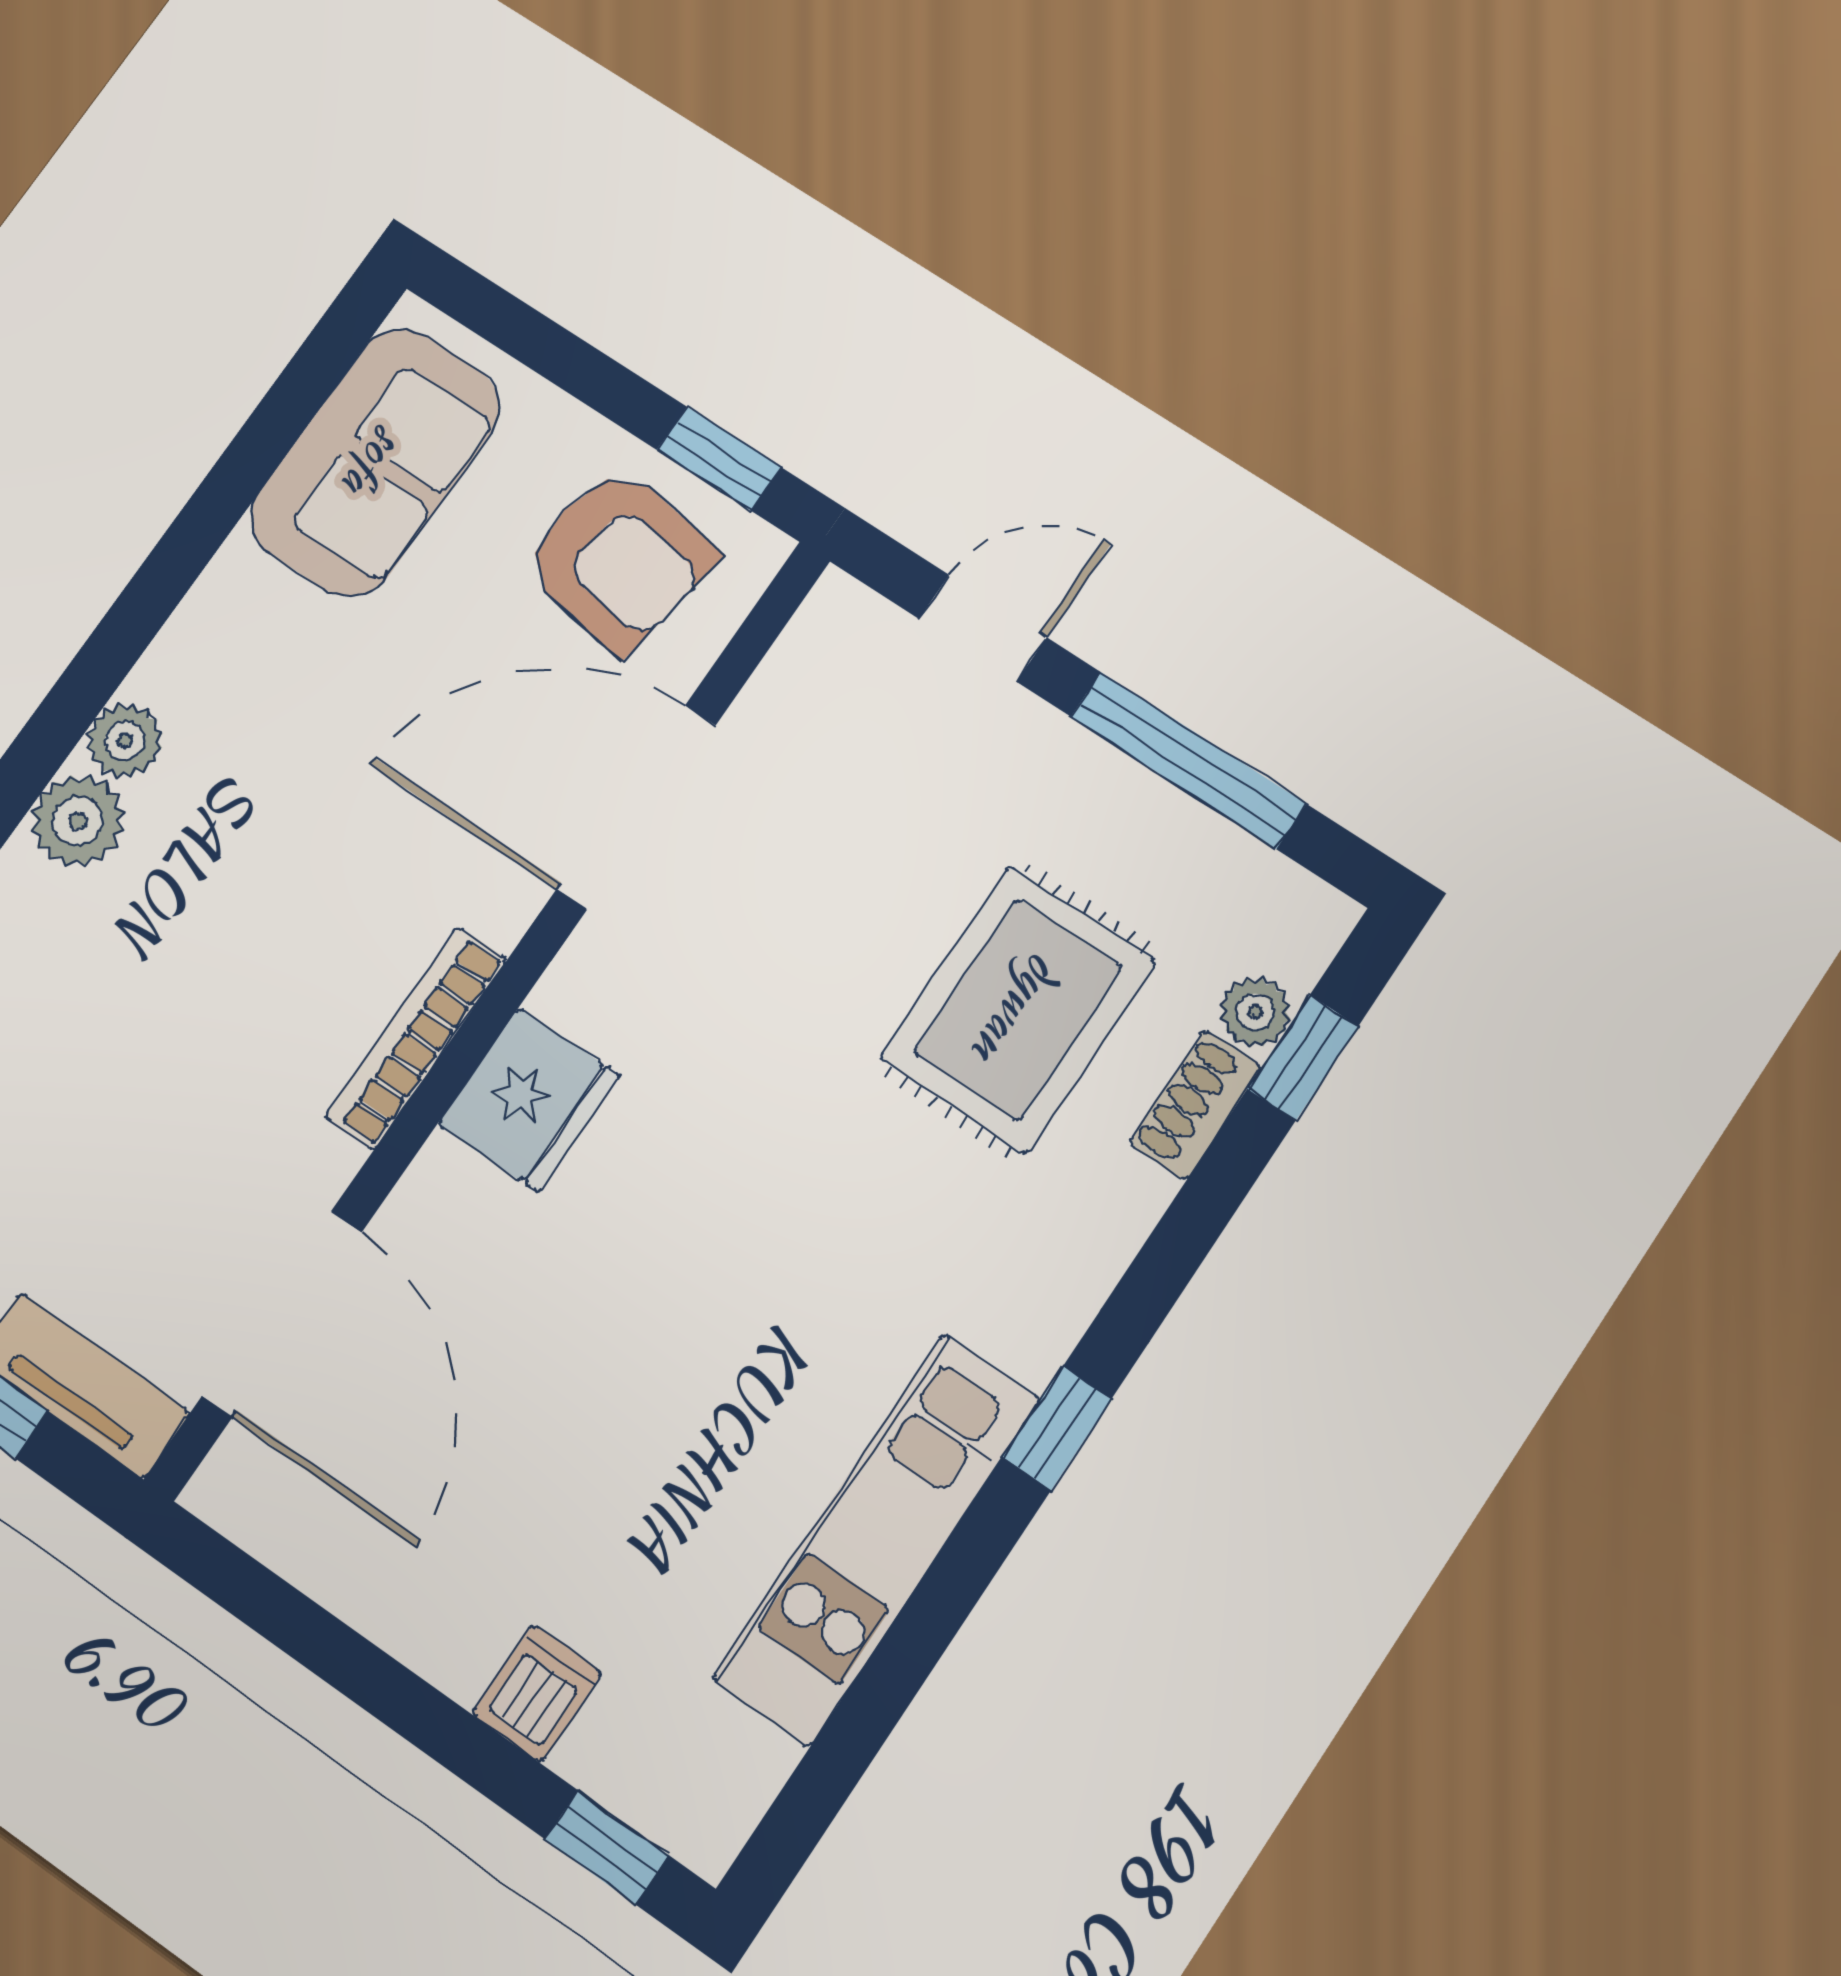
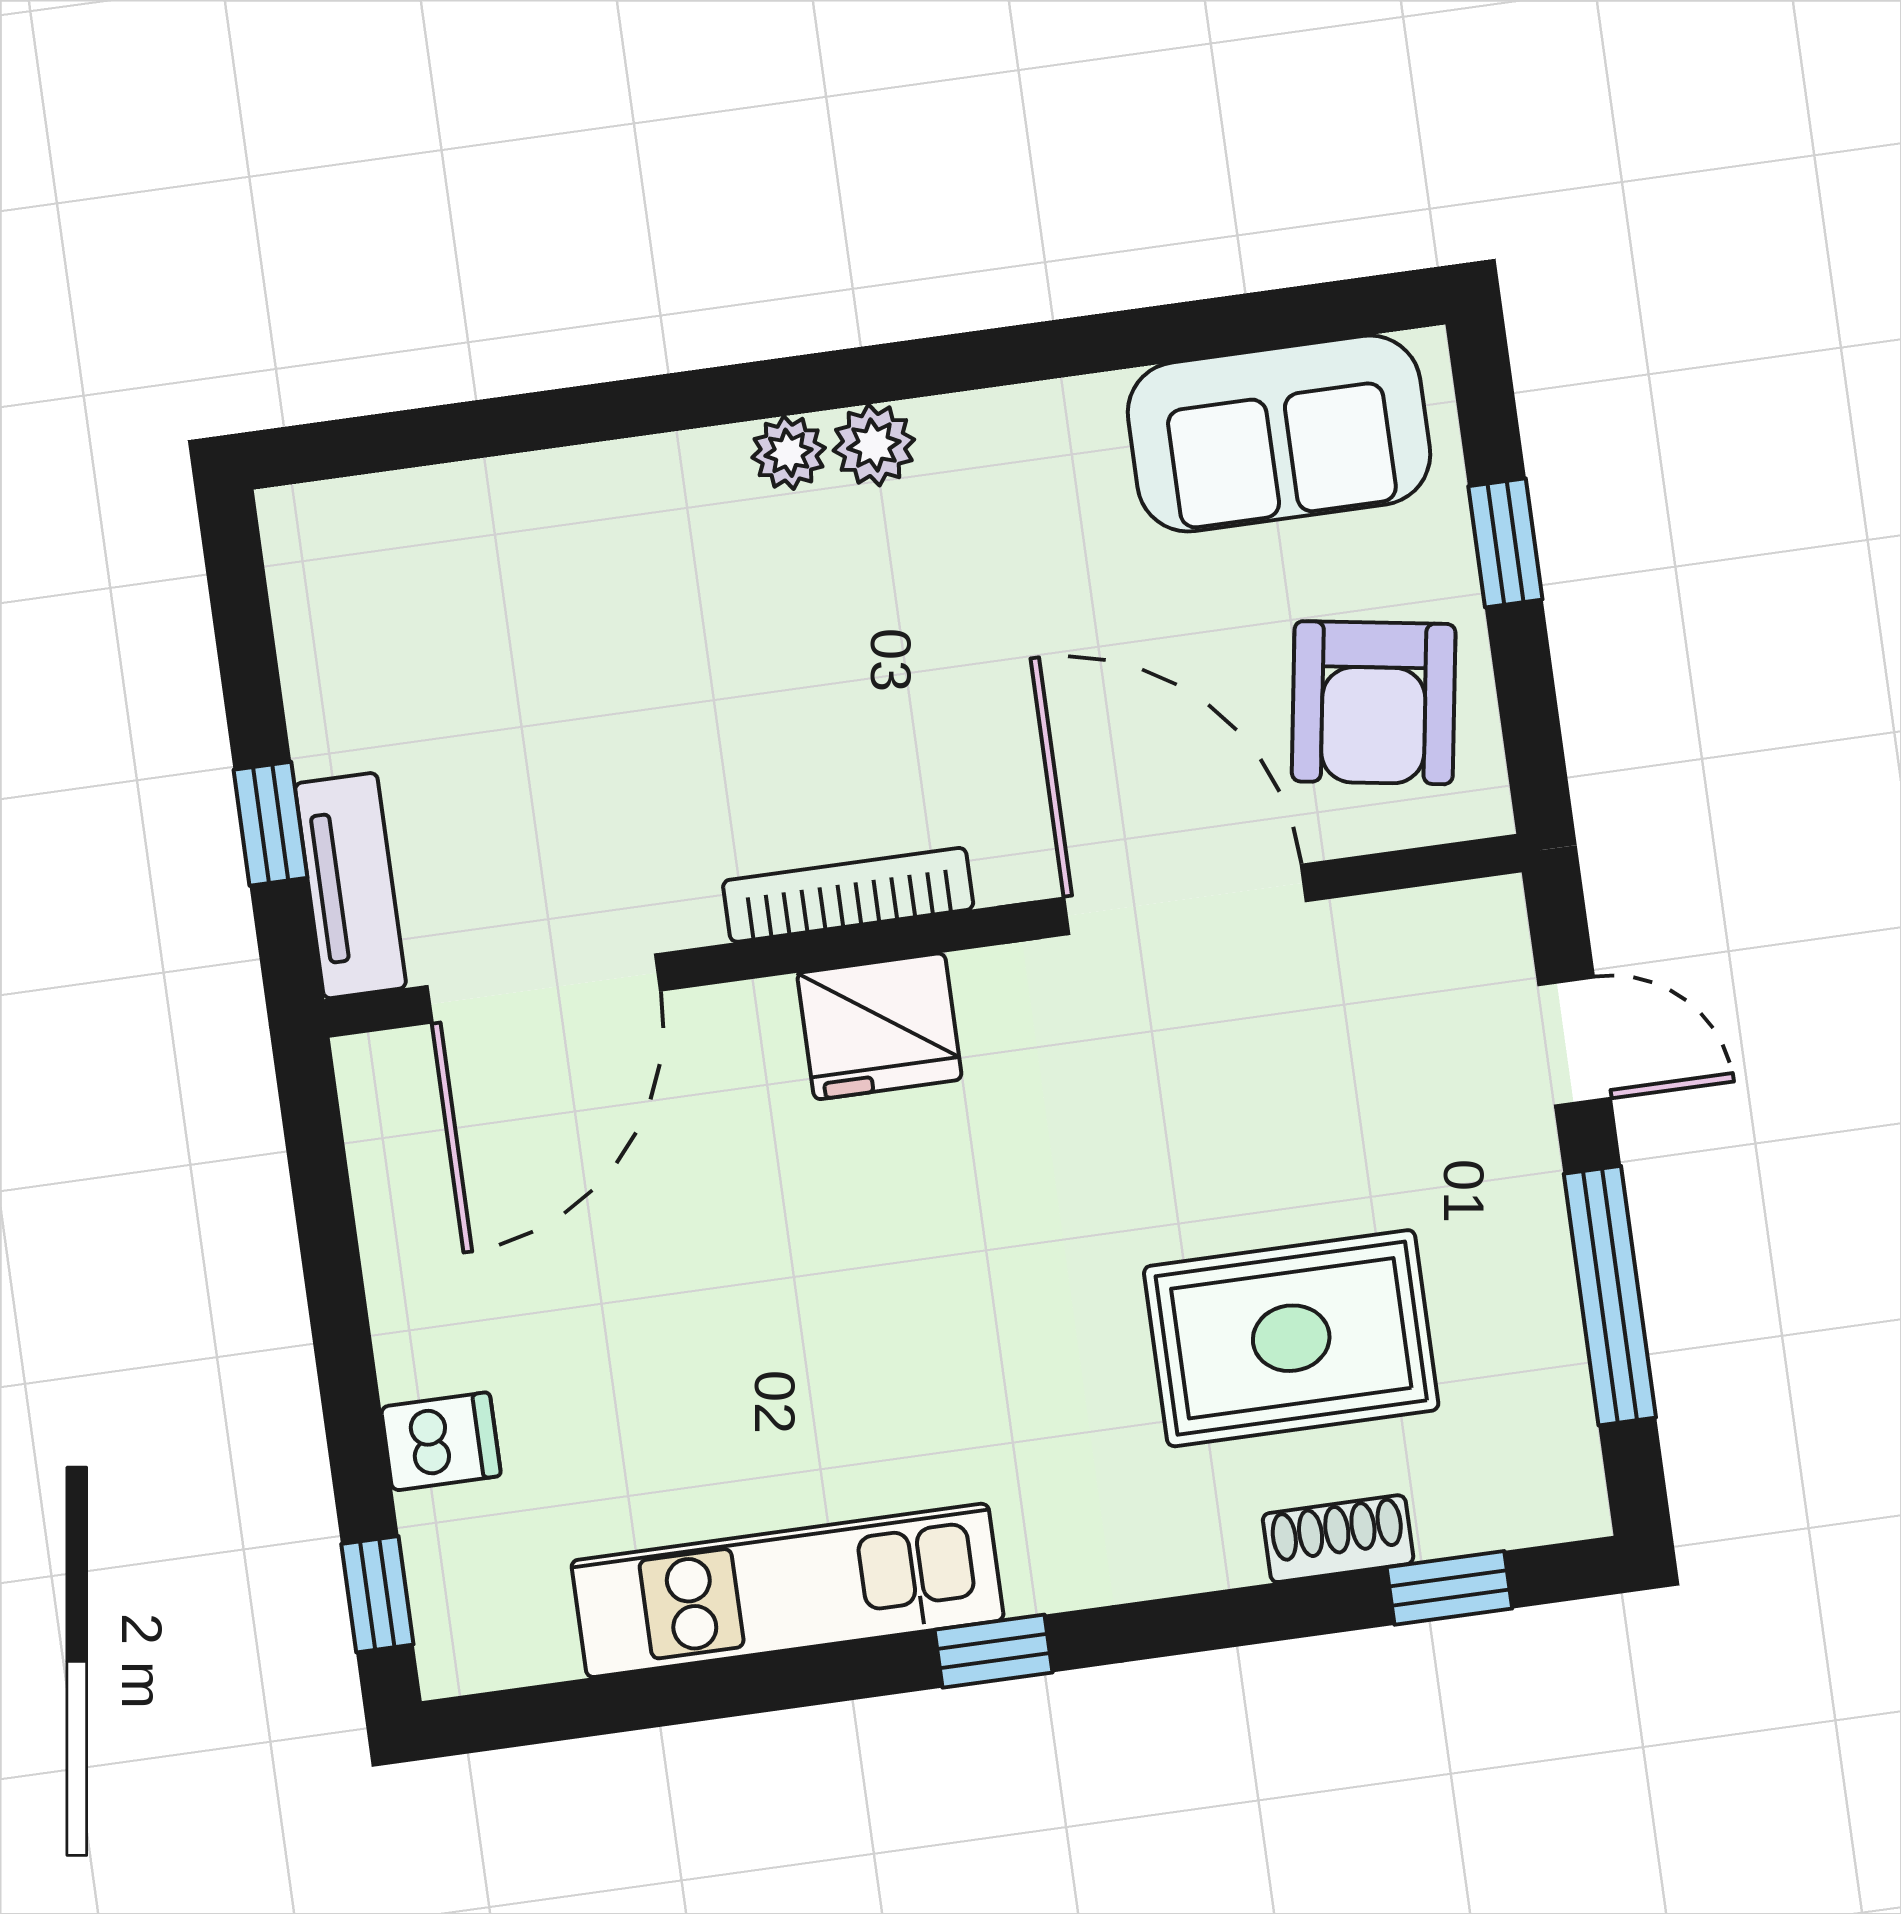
window: (719, 459) -> (1505, 543), moved
plant: (78, 821) -> (789, 453), width x0.73, depth x0.73
plant: (1255, 1012) -> (1453, 1521), removed

